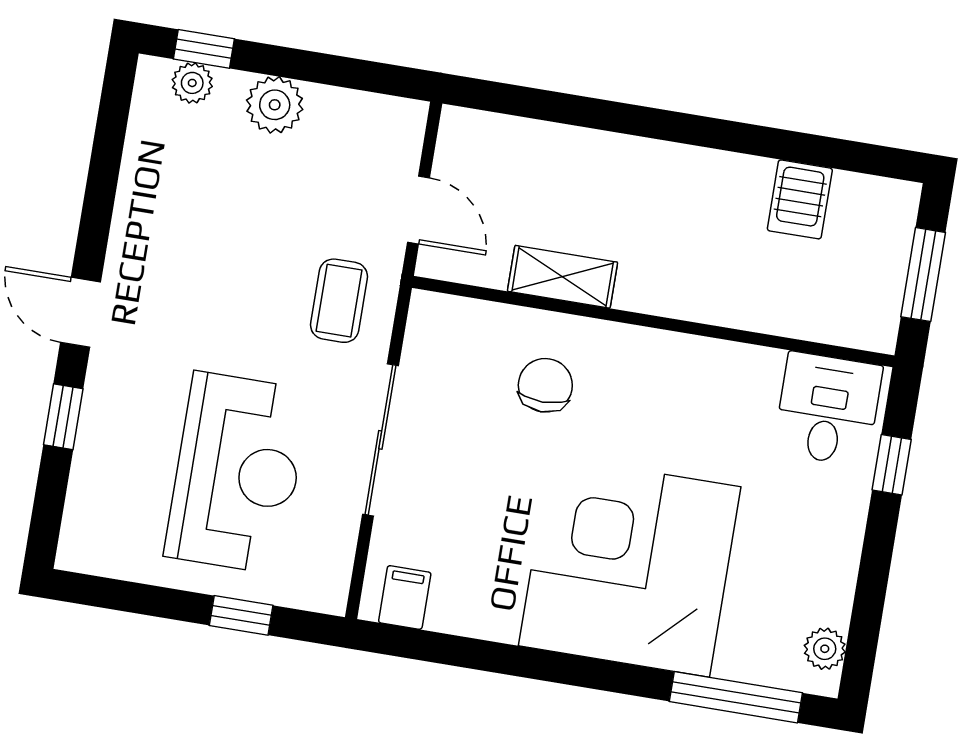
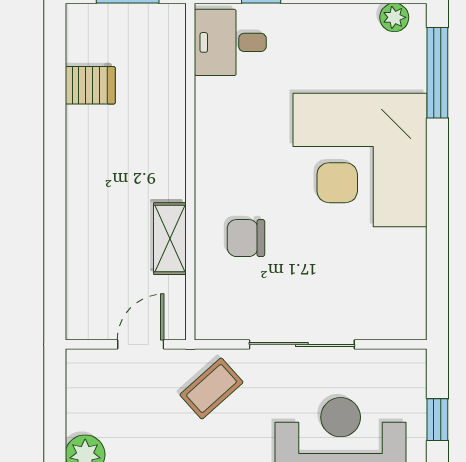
coffee table: (339, 301) -> (212, 388), turned -42
filing cabinet: (405, 597) -> (407, 310), removed

